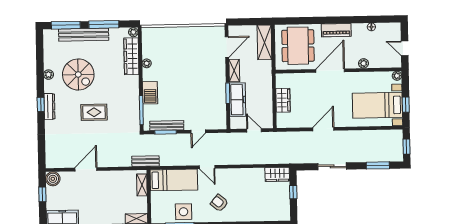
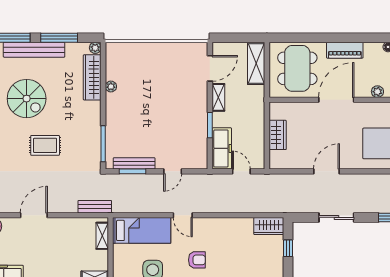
barbecue: (150, 93) -> (114, 123), removed
freezer: (237, 100) -> (222, 148), moved
bench: (146, 161) -> (95, 207), moved
armchair: (219, 203) -> (197, 260), turned 140

